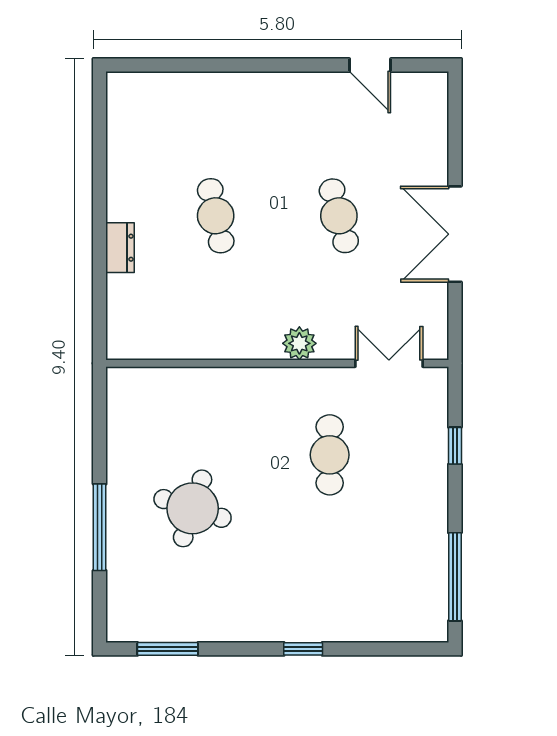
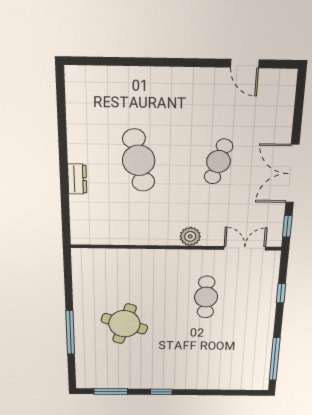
cafe table: (216, 216) -> (139, 160), width x1.37, depth x1.35
cafe table: (339, 216) -> (218, 162), turned 33
window: (455, 323) -> (287, 226), added
window: (303, 649) -> (161, 392), moved

